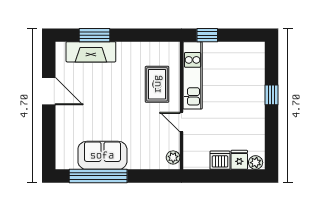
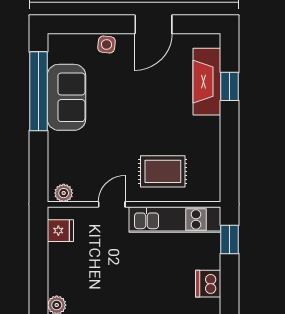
window: (94, 35) -> (230, 86), width x0.67
side table: (64, 126) -> (107, 44), added
dishwasher: (220, 160) -> (208, 284), moved, turned 180
fridge: (239, 160) -> (60, 231), moved

